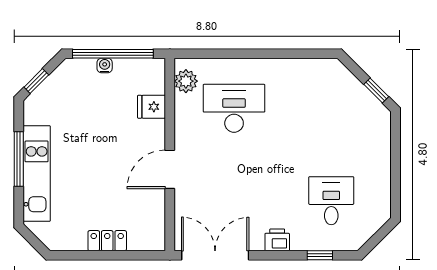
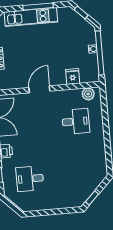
desk: (234, 108) -> (76, 121), width x0.73
door: (170, 169) -> (39, 89), hinge flipped
desk: (331, 201) -> (30, 179), turned 180

